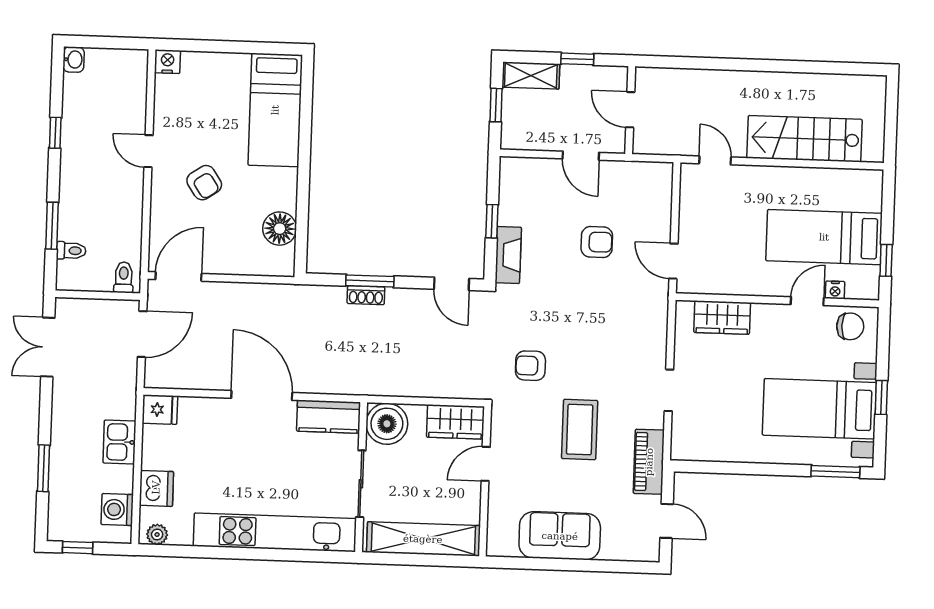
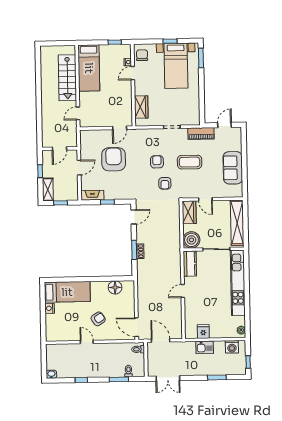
nightstand: (167, 62) -> (50, 308), moved
door: (149, 151) -> (87, 342), swing flipped
bed: (824, 237) -> (89, 68), moved
armchair: (597, 242) -> (114, 159), width x1.88, depth x1.88
fireplace: (508, 255) -> (92, 195), moved
door: (807, 301) -> (133, 73), hinge flipped
armchair: (585, 349) -> (157, 162), added
door: (262, 395) -> (183, 291), width x0.53
fridge: (160, 410) -> (203, 332), moved
dishwasher: (156, 488) -> (223, 331), removed

